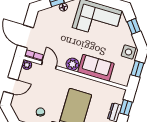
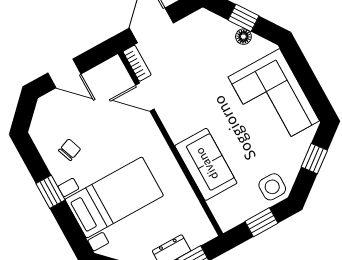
plant: (72, 64) -> (178, 127), removed
plant: (27, 65) -> (115, 67), removed
door: (49, 65) -> (145, 97), swing flipped

